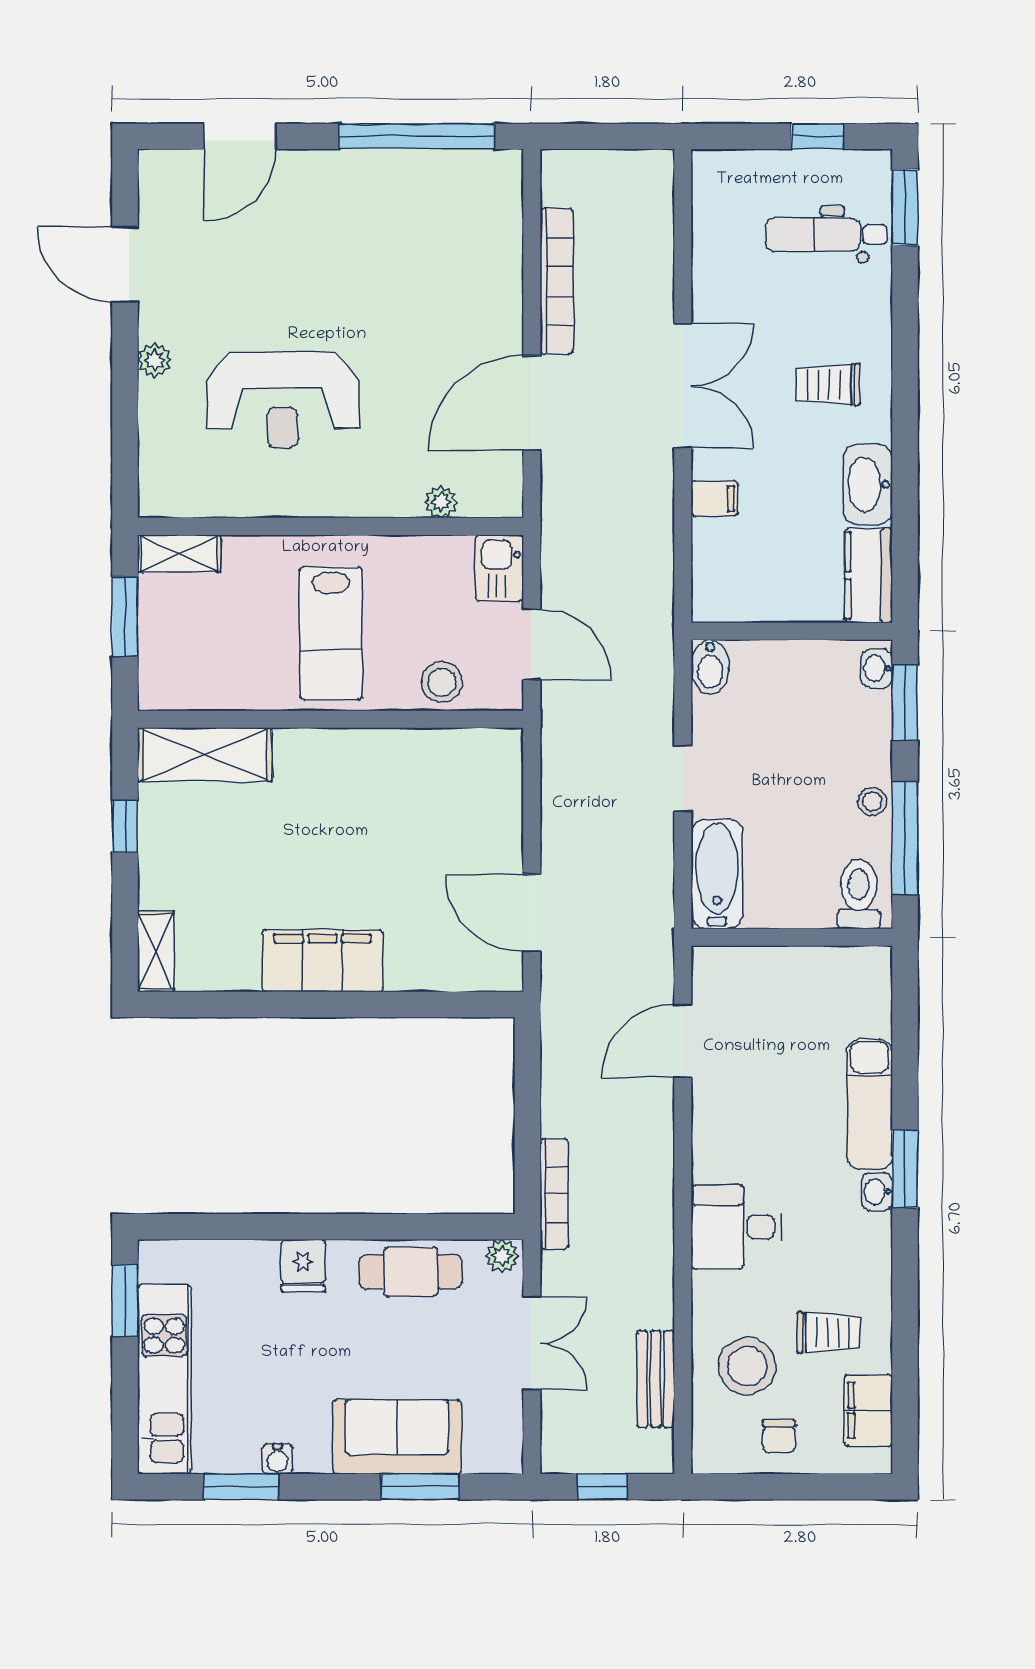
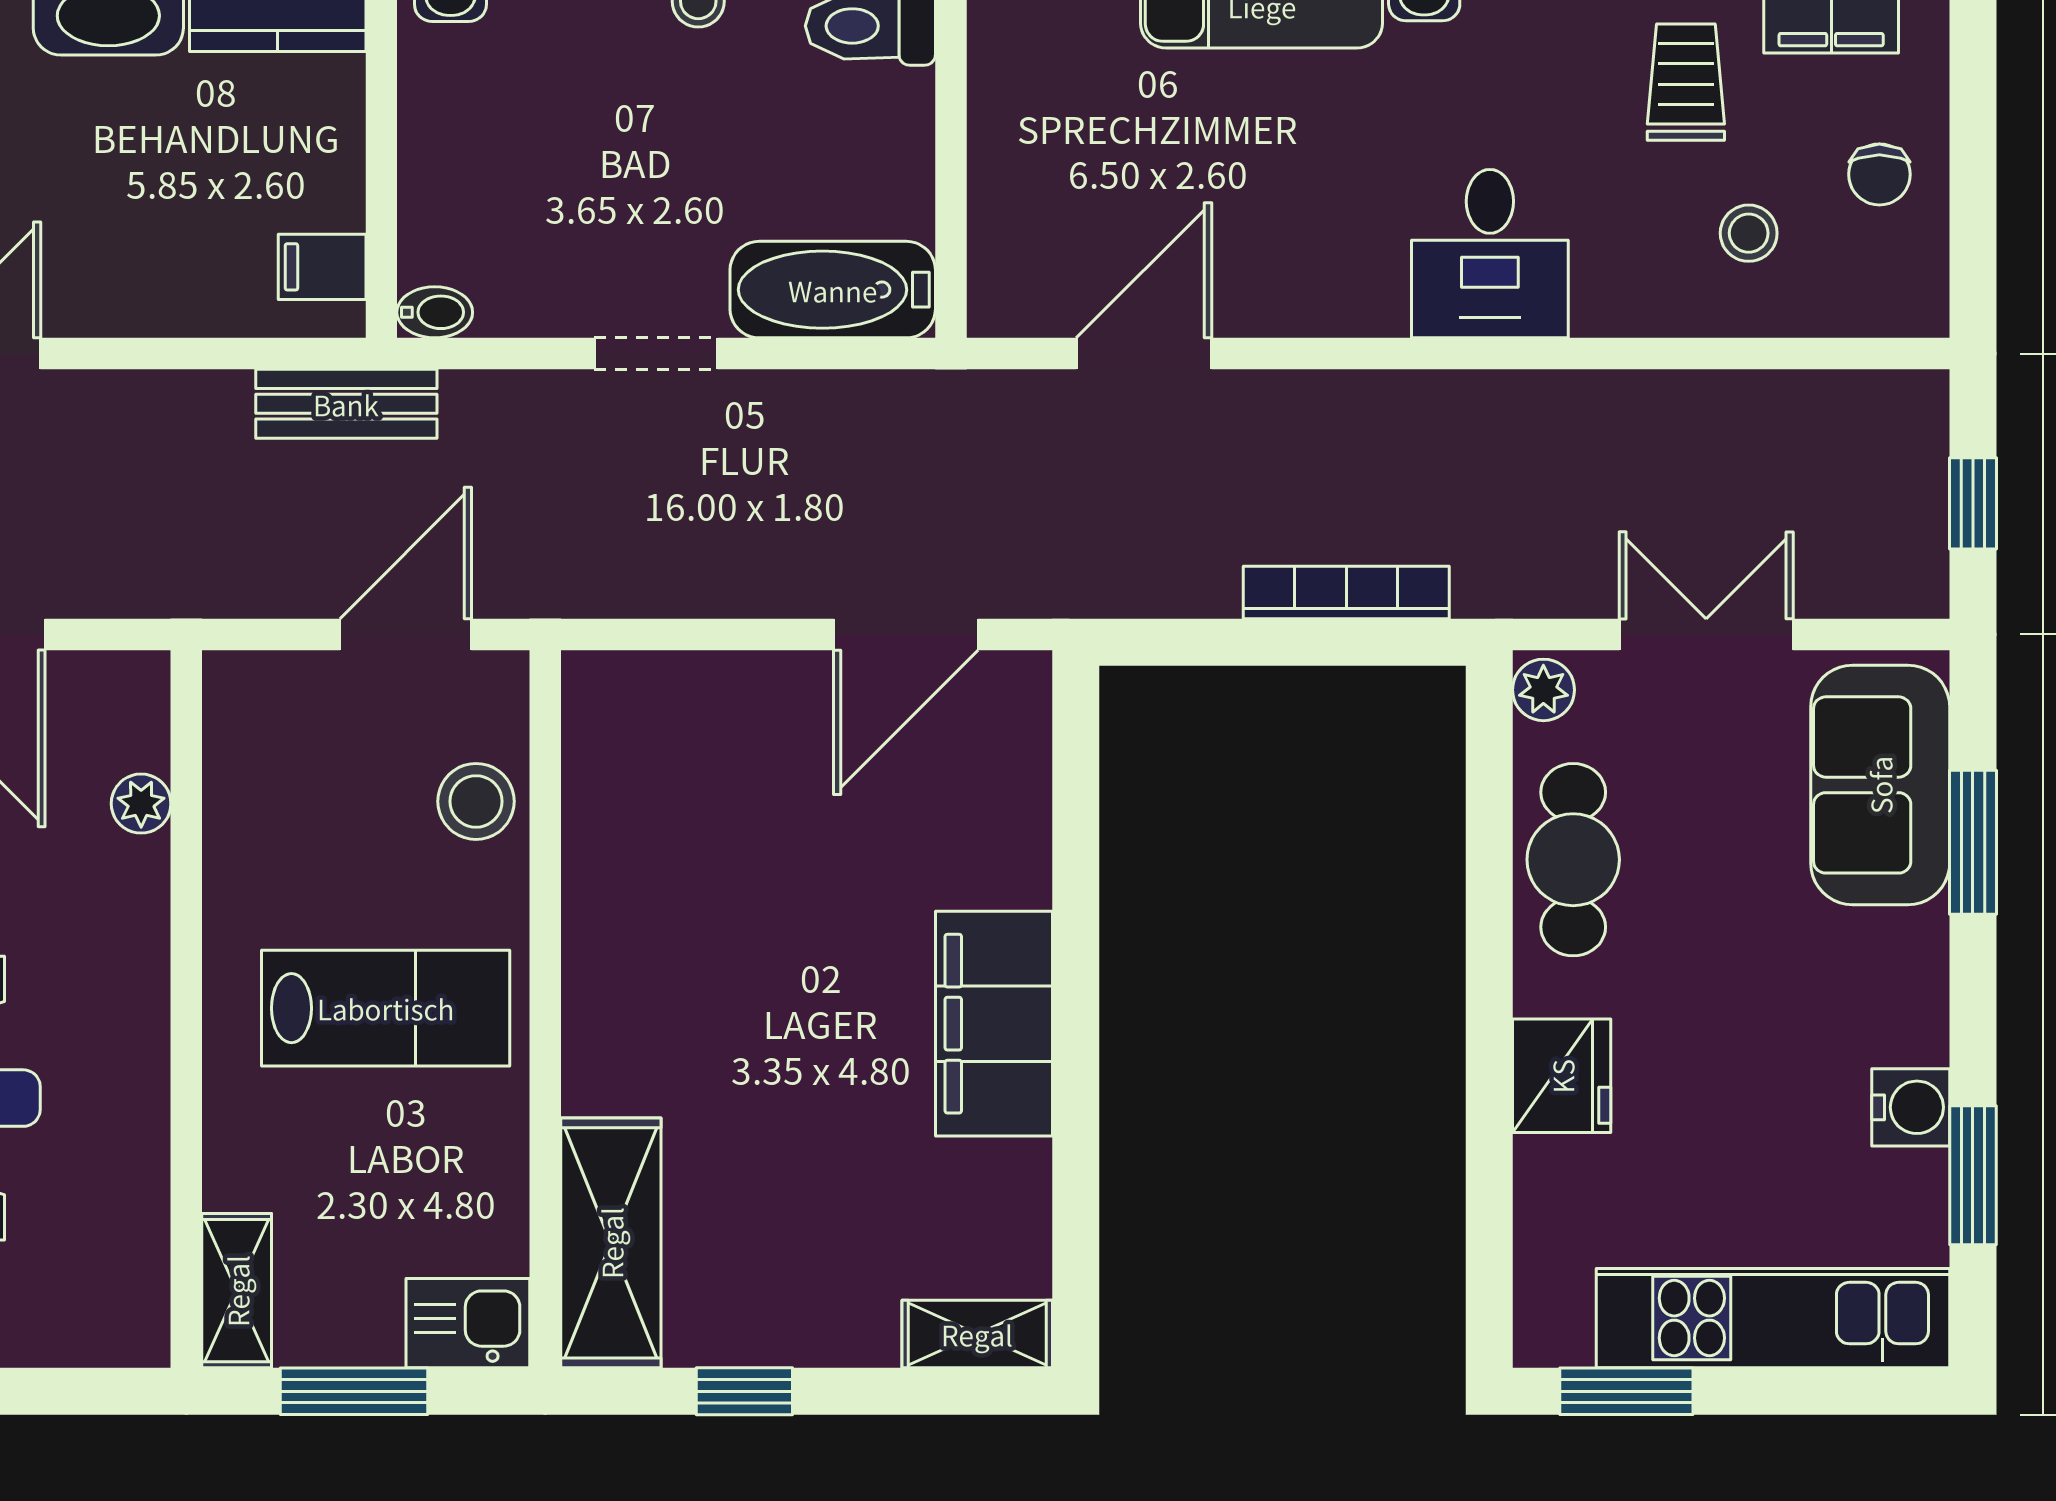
filing cabinet: (715, 499) -> (322, 267), moved, turned -90
kitchen sink: (499, 568) -> (468, 1323), moved, turned 180
bidet: (710, 667) -> (435, 312), width x0.72, depth x0.74
door: (683, 1041) -> (1144, 354), swing flipped
bookcase: (554, 1194) -> (1346, 592), moved
fridge: (303, 1266) -> (1562, 1076), width x1.38
stool: (747, 1366) -> (1749, 233), width x0.53, depth x0.53
bench: (656, 1379) -> (346, 404), moved
chair: (779, 1436) -> (1879, 174), turned 90
sofa: (397, 1437) -> (1880, 785), moved
water cooler: (278, 1459) -> (1911, 1107), width x1.38, depth x1.38

